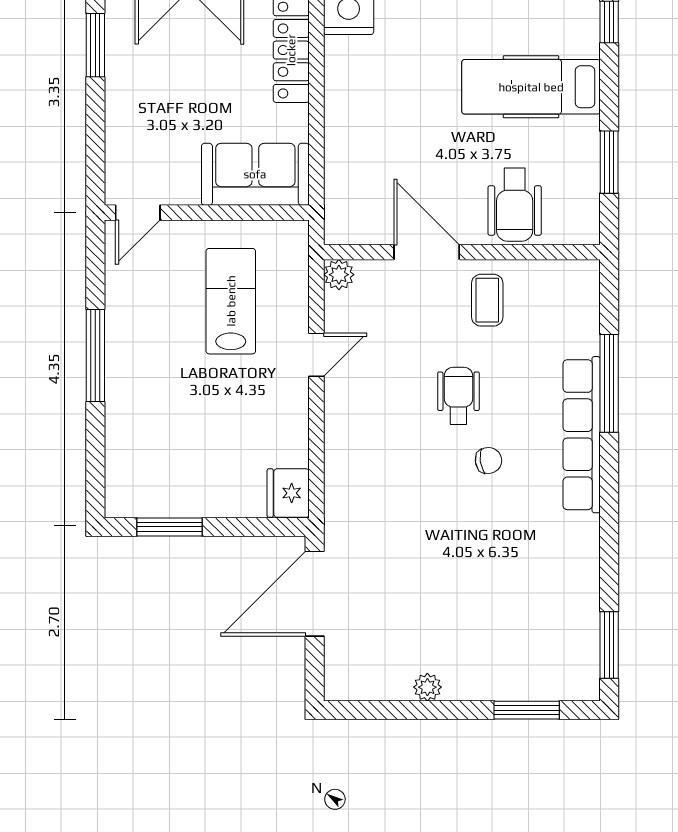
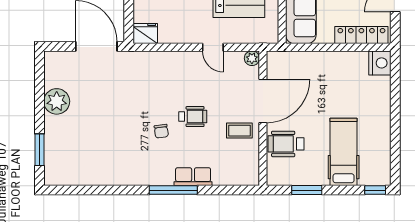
door: (427, 252) -> (263, 101), width x1.36
window: (609, 383) -> (173, 190), moved
row of seats: (582, 435) -> (193, 177), width x0.50
window: (609, 645) -> (71, 190), removed
plant: (427, 687) -> (57, 101), width x1.87, depth x1.87

